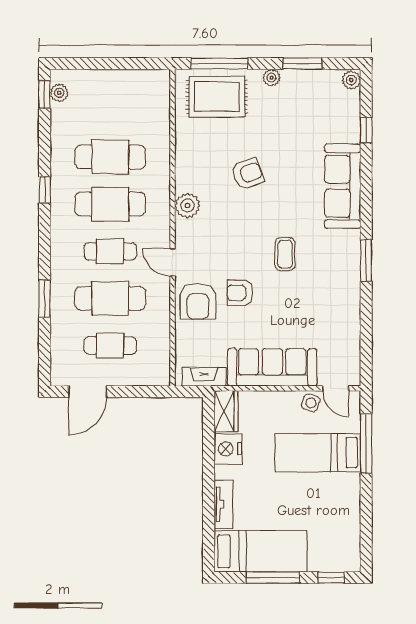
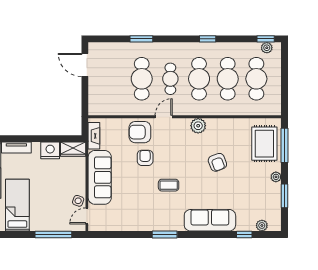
plant: (351, 80) -> (262, 225), moved
cafe table: (110, 345) -> (256, 79), moved, width x1.37, depth x1.35
bed: (318, 453) -> (17, 205), moved

